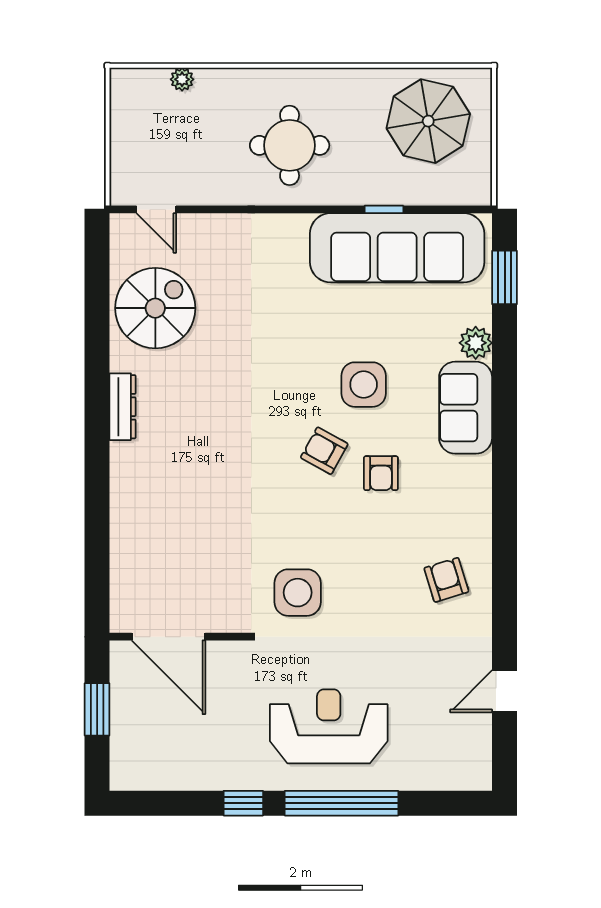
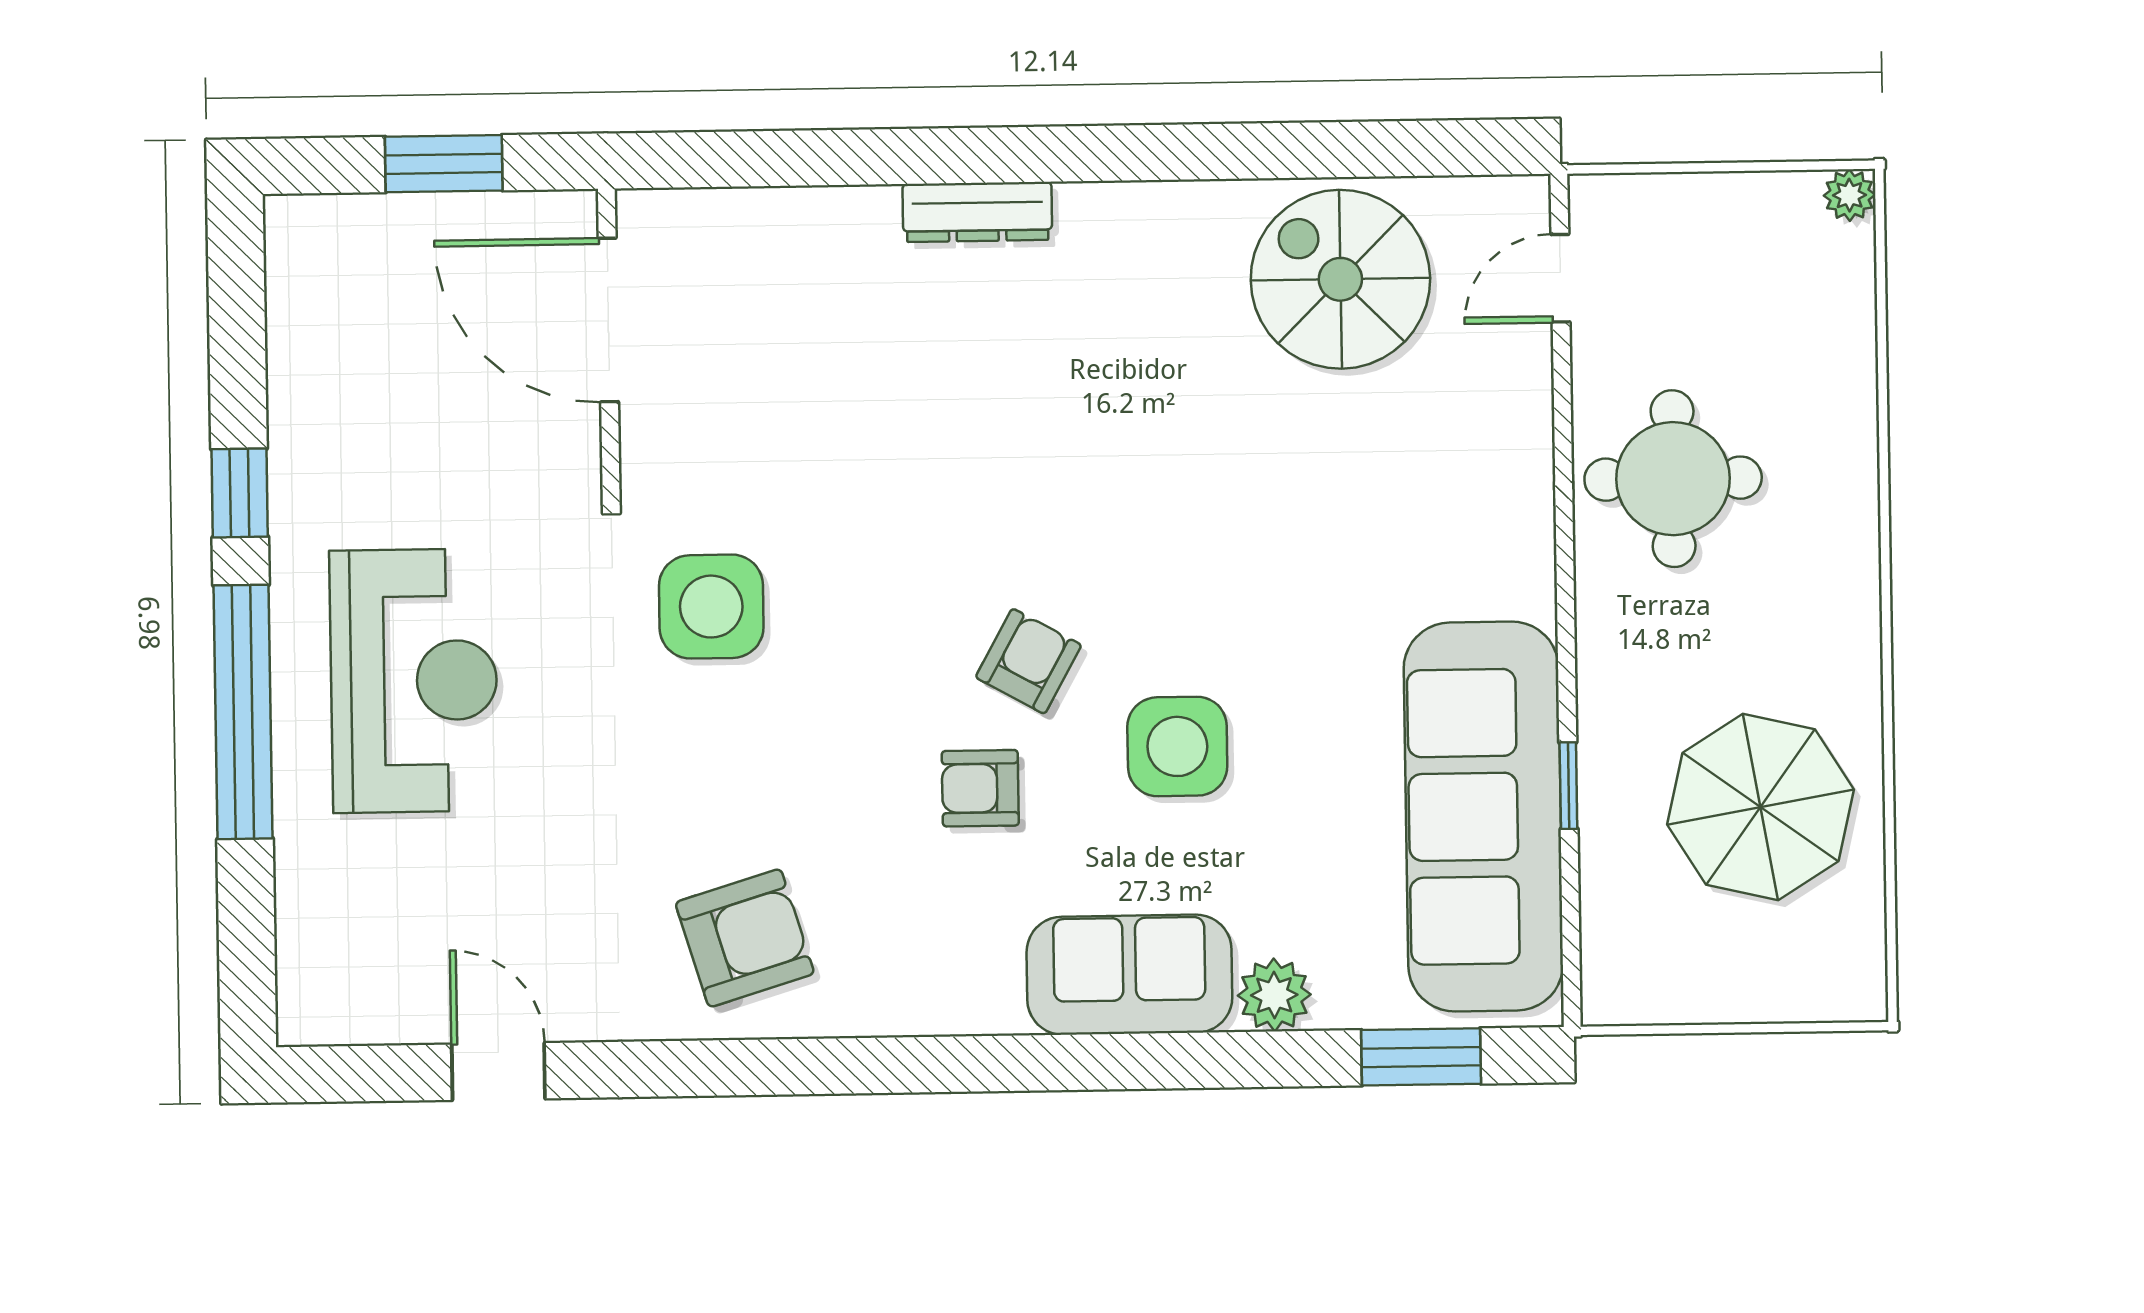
plant: (182, 79) -> (1849, 195), moved
parasol: (428, 121) -> (1761, 807), moved
round table: (290, 145) -> (1673, 479), moved
spiral stairs: (155, 308) -> (1340, 279), turned 180
dresser: (123, 407) -> (977, 212), moved
armchair: (446, 580) -> (745, 938), width x1.38, depth x1.38
door: (168, 637) -> (608, 320), hinge flipped

